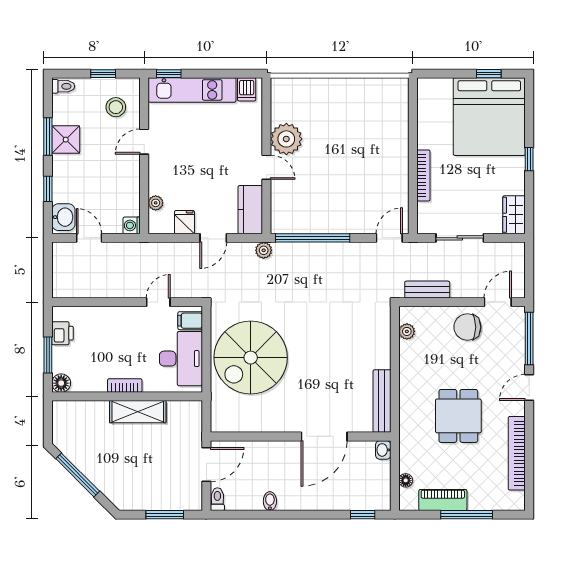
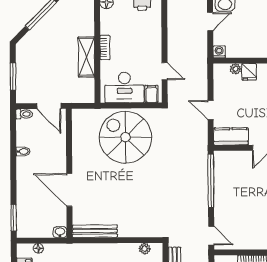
fridge: (184, 222) -> (249, 72), moved, turned 90
plant: (264, 250) -> (202, 146), removed
window: (363, 515) -> (14, 218), width x1.50

